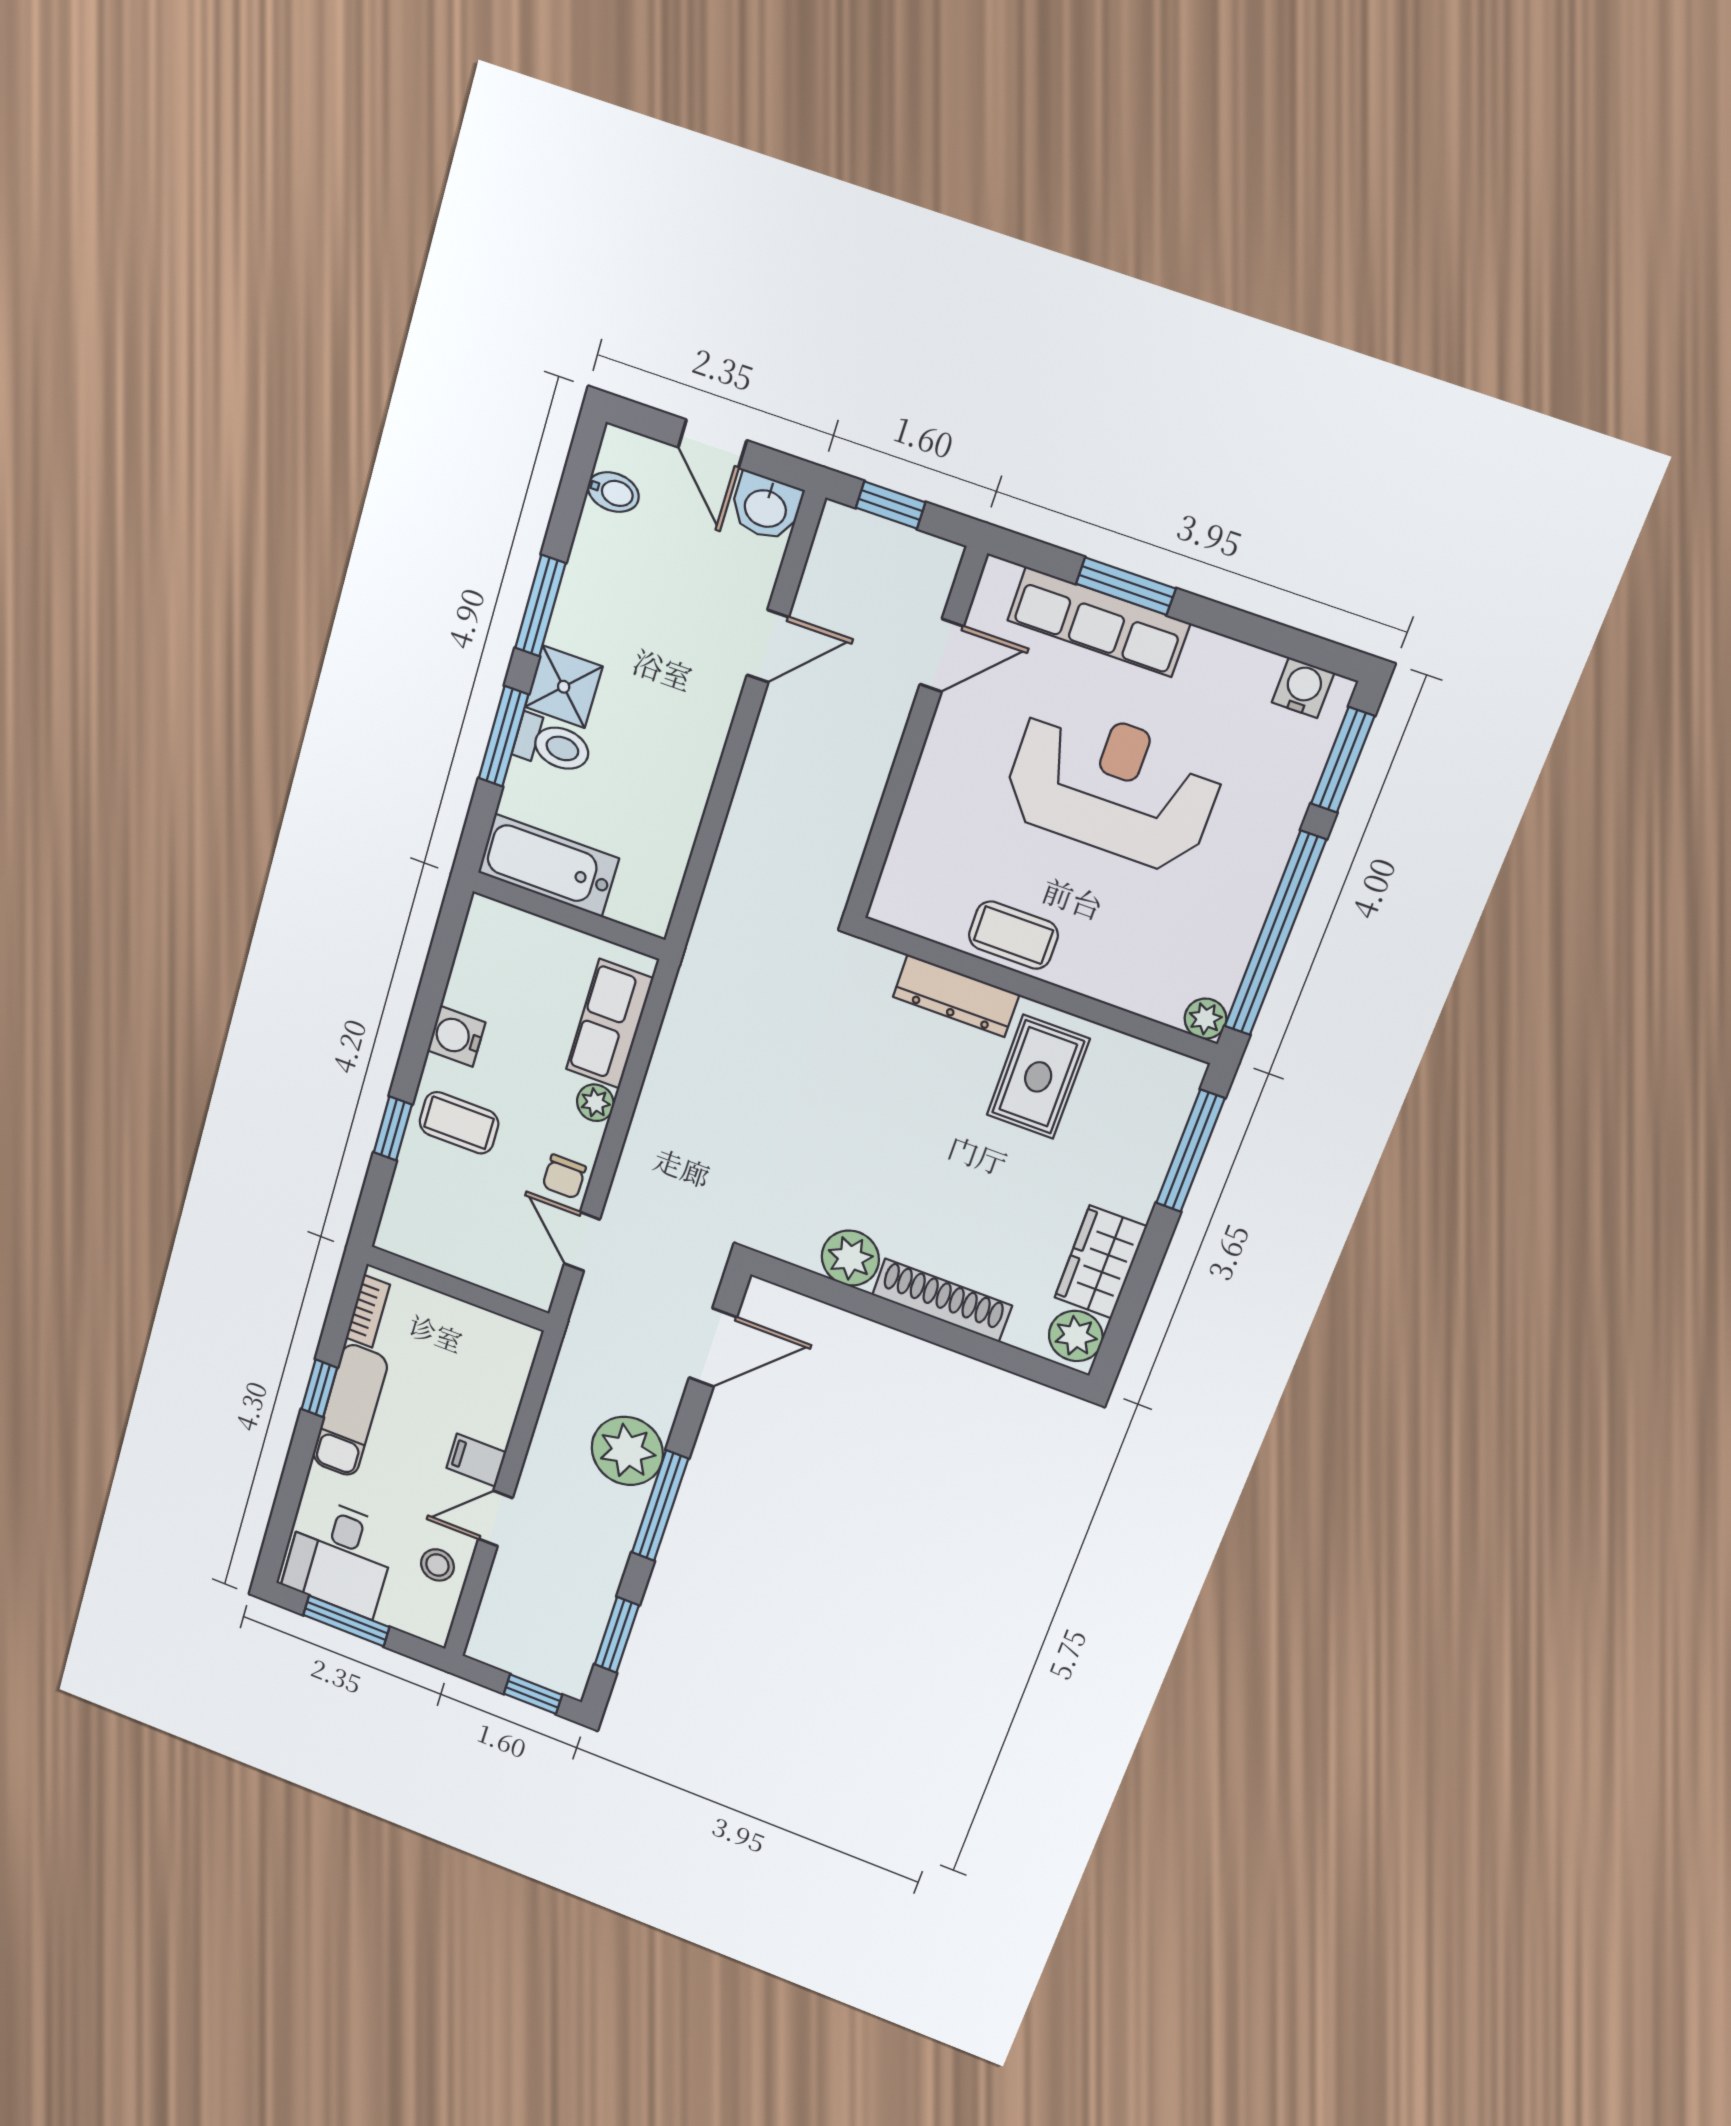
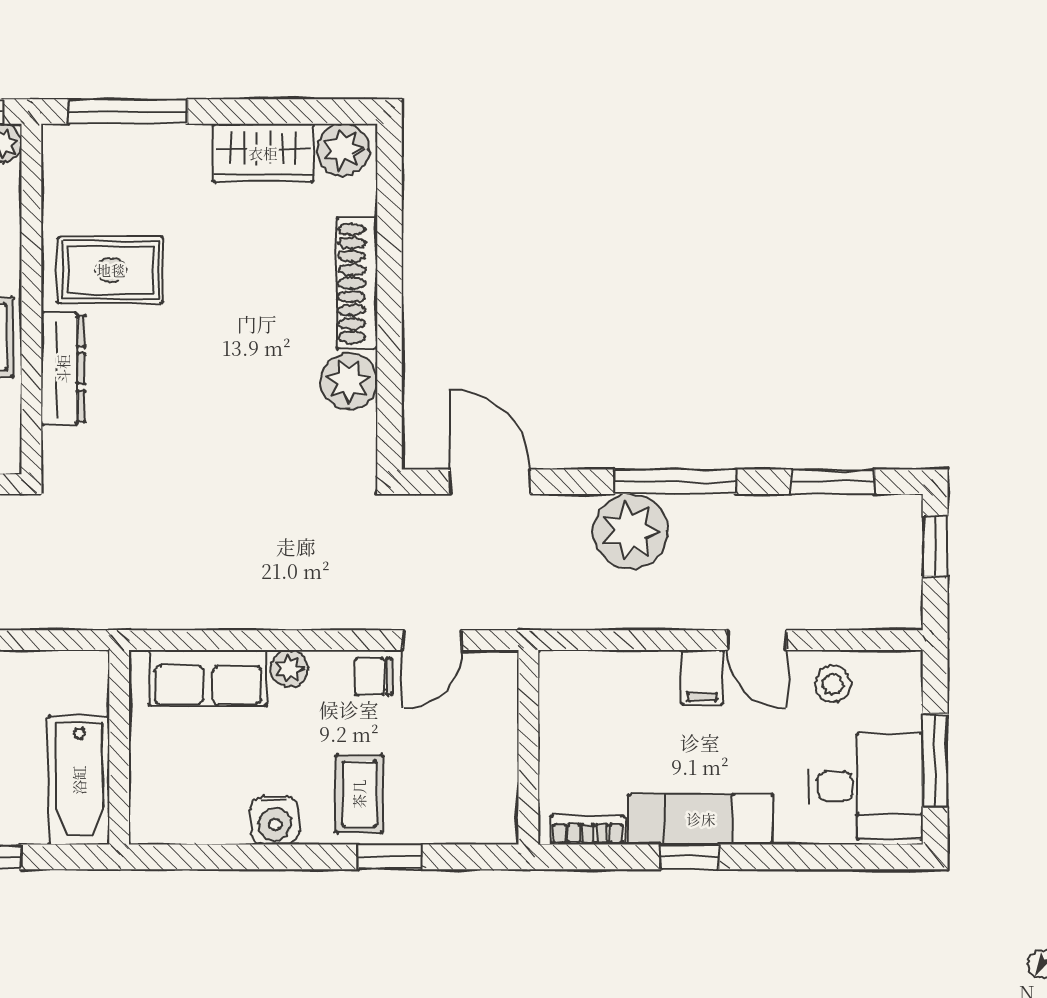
chair: (564, 1177) -> (374, 677), turned 180

